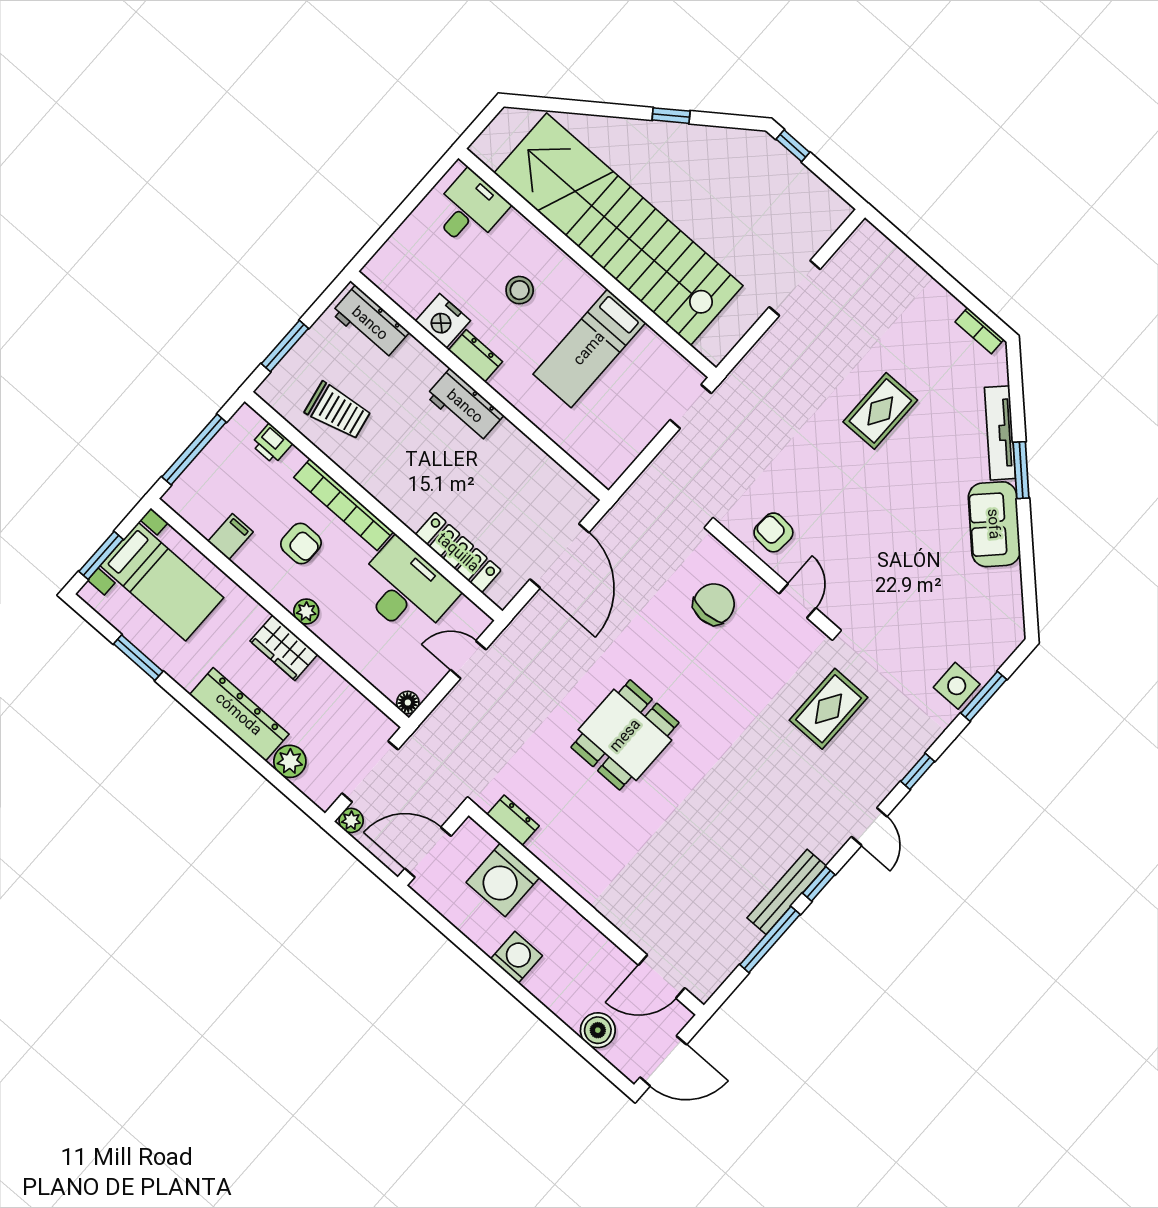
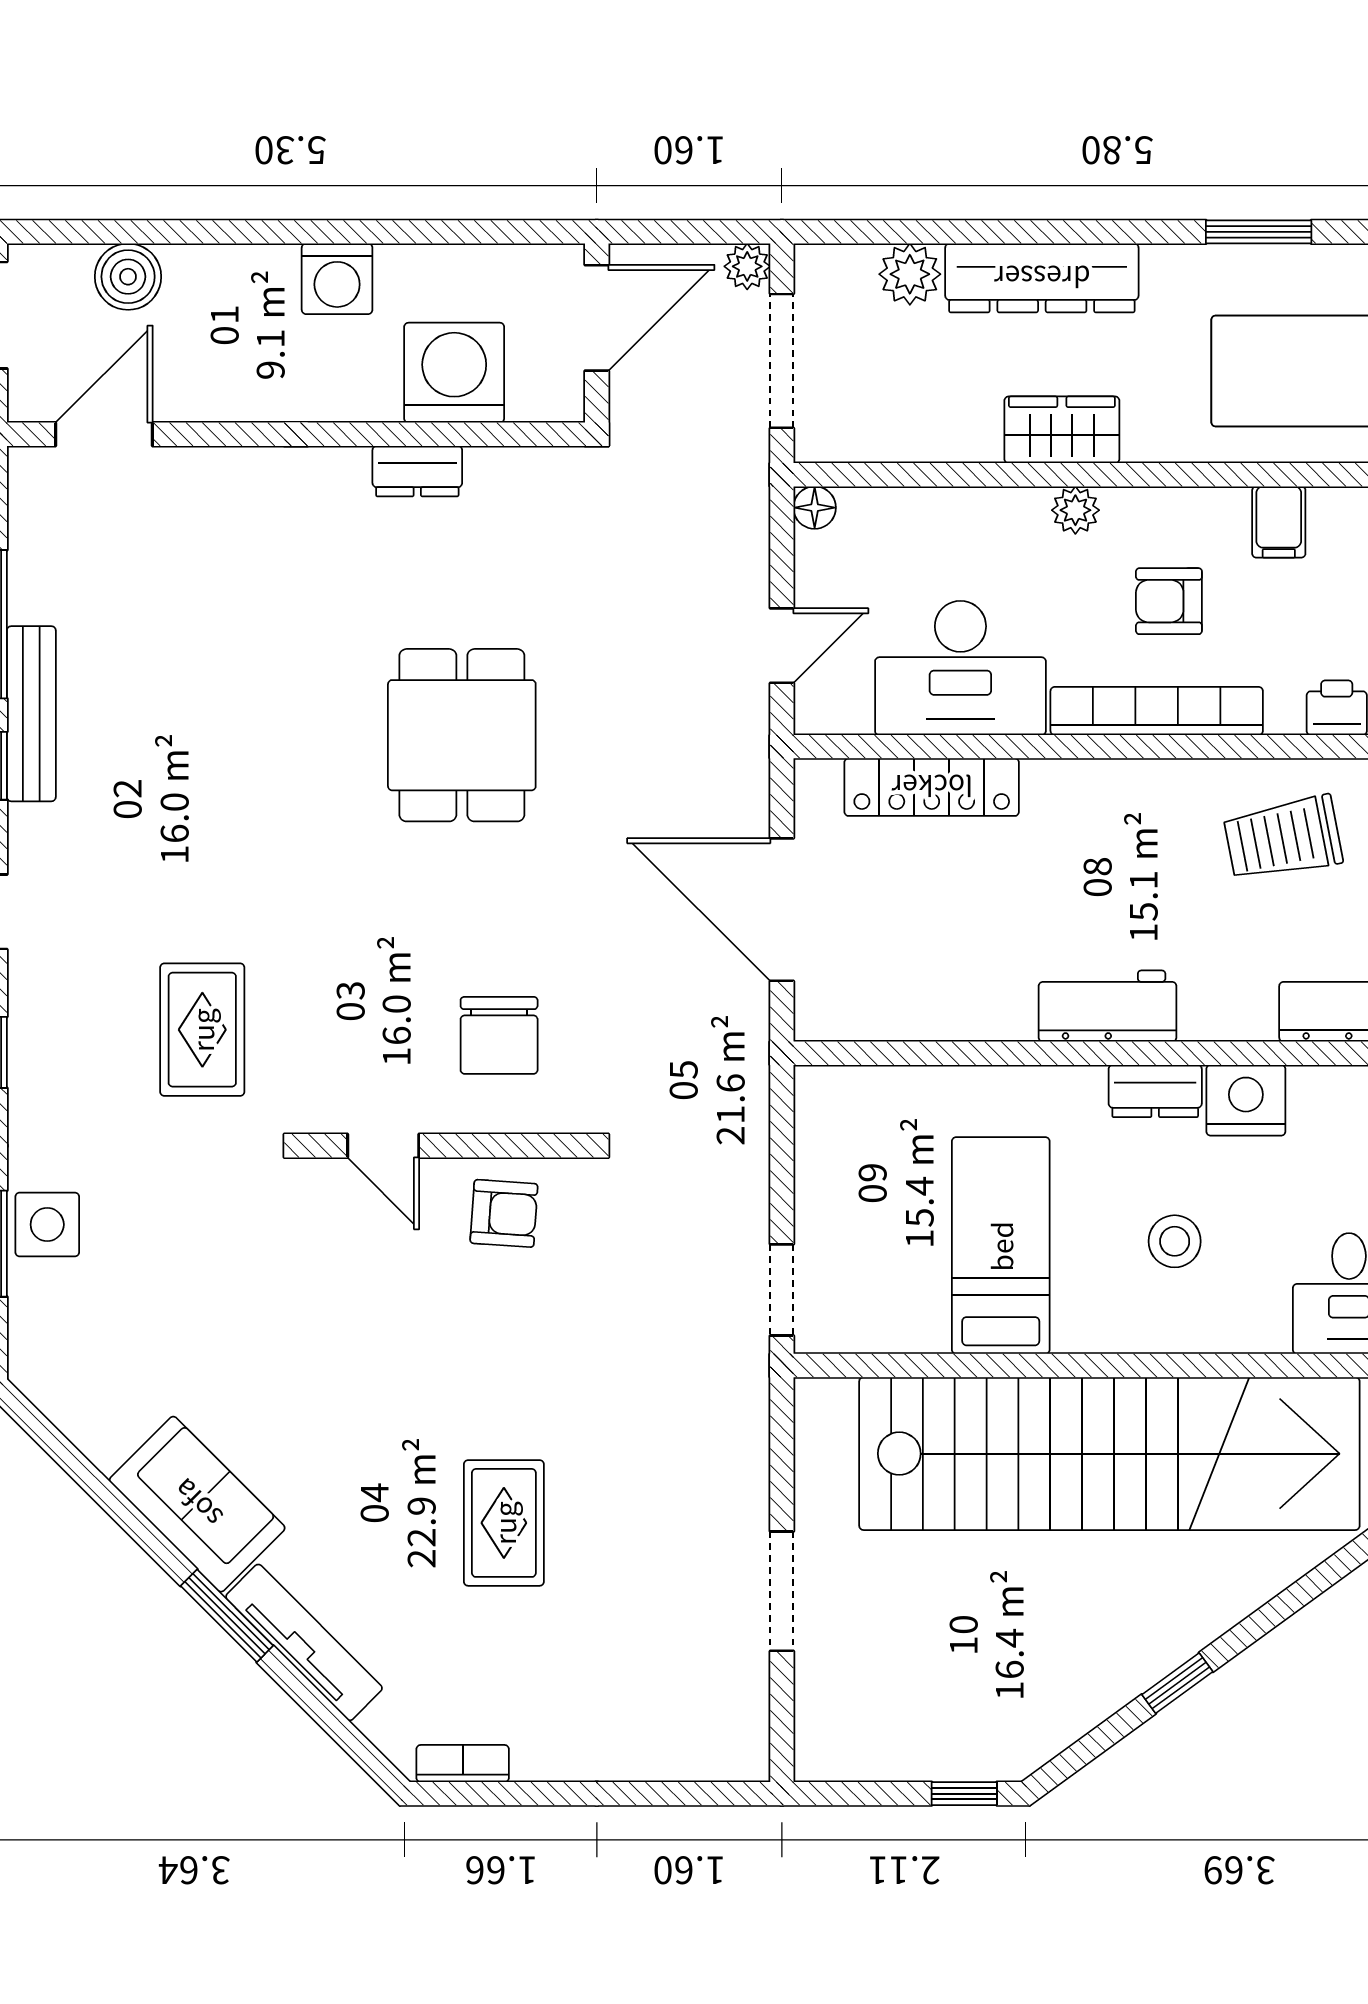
dresser: (513, 820) -> (417, 471), moved

